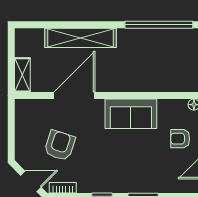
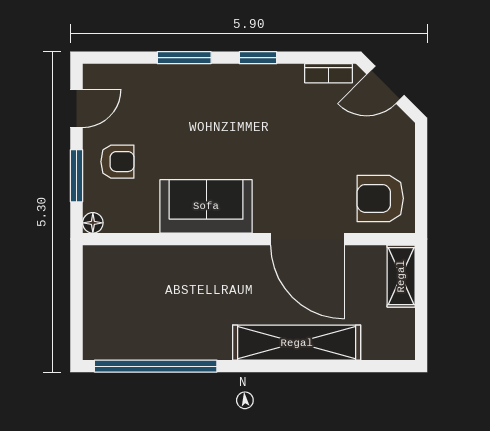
door: (74, 96) -> (308, 239), hinge flipped
armchair: (60, 145) -> (380, 198), moved, turned 72

